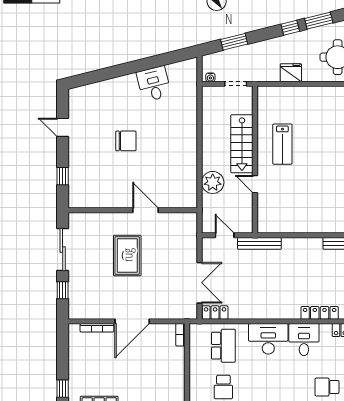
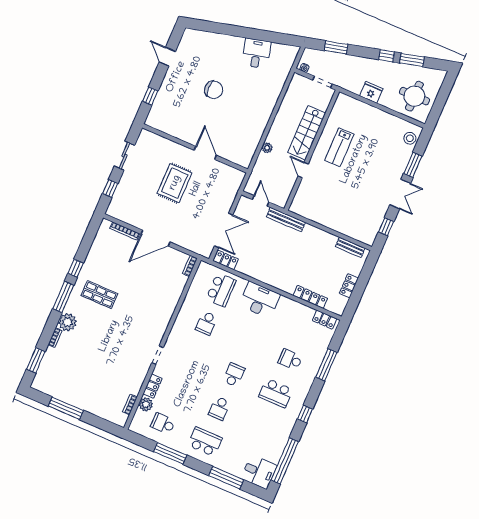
plant: (213, 182) -> (267, 148), width x0.53, depth x0.53
sliding door: (63, 249) -> (124, 156), width x0.73
desk: (304, 340) -> (288, 313), removed

